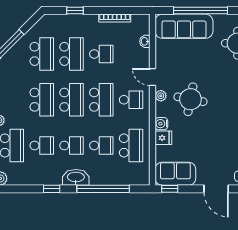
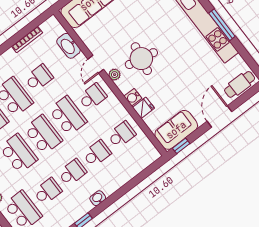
washbasin: (145, 41) -> (69, 46), width x1.91, depth x1.45
door: (152, 77) -> (96, 64), hinge flipped
school desk: (131, 145) -> (122, 135), width x0.54
washbasin: (76, 177) -> (98, 198), width x0.52, depth x0.69
window: (103, 189) -> (126, 188), removed
door: (216, 189) -> (220, 116), swing flipped

